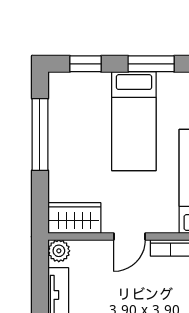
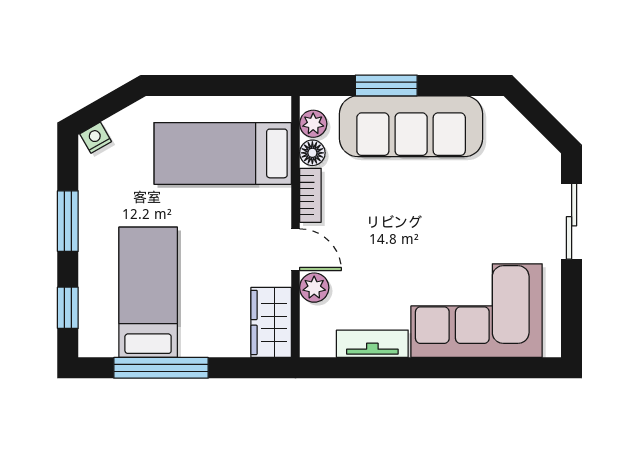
bed: (134, 121) -> (148, 292), moved, turned -90
plant: (59, 251) -> (314, 288), moved

